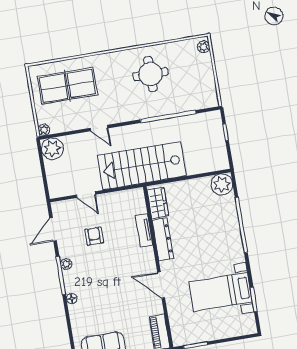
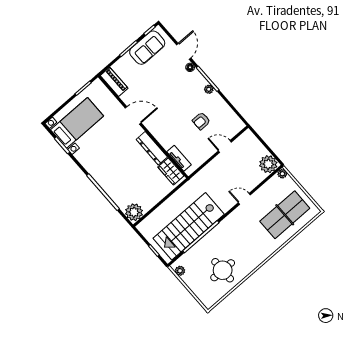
plant: (204, 47) -> (180, 271), moved
round table: (150, 74) -> (223, 270), moved
stairs: (142, 166) -> (189, 226), moved, turned 180
door: (53, 229) -> (184, 51), moved
tv unit: (144, 230) -> (179, 158), moved
armchair: (94, 236) -> (201, 121), turned 90
bed with nightstands: (220, 292) -> (77, 123), moved

